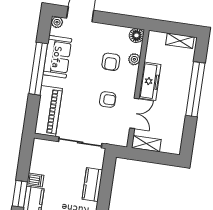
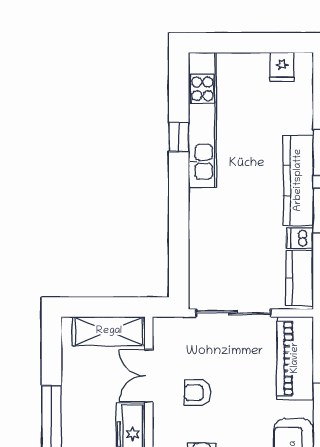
shelving: (146, 144) -> (109, 331), width x1.50, depth x1.33
kitchen counter: (92, 185) -> (299, 278), moved, turned 180

